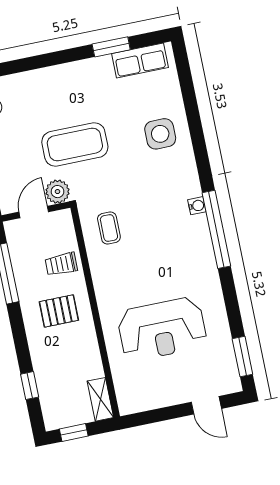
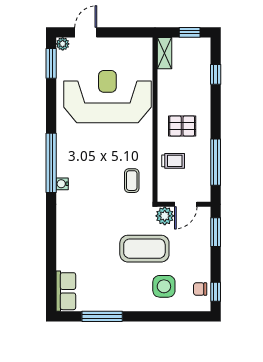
window: (111, 47) -> (102, 316), width x1.44
row of seats: (140, 60) -> (66, 291), moved, turned 90
side table: (160, 134) -> (164, 286), moved
reception desk: (162, 329) -> (107, 97), width x1.36, depth x1.30
plant: (233, 385) -> (63, 44), added
door: (206, 405) -> (86, 32), hinge flipped

